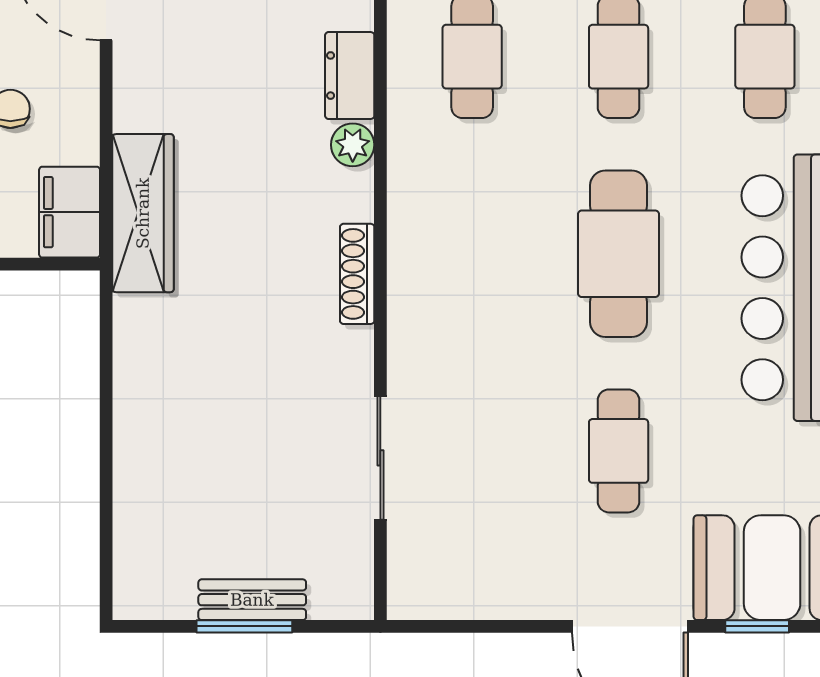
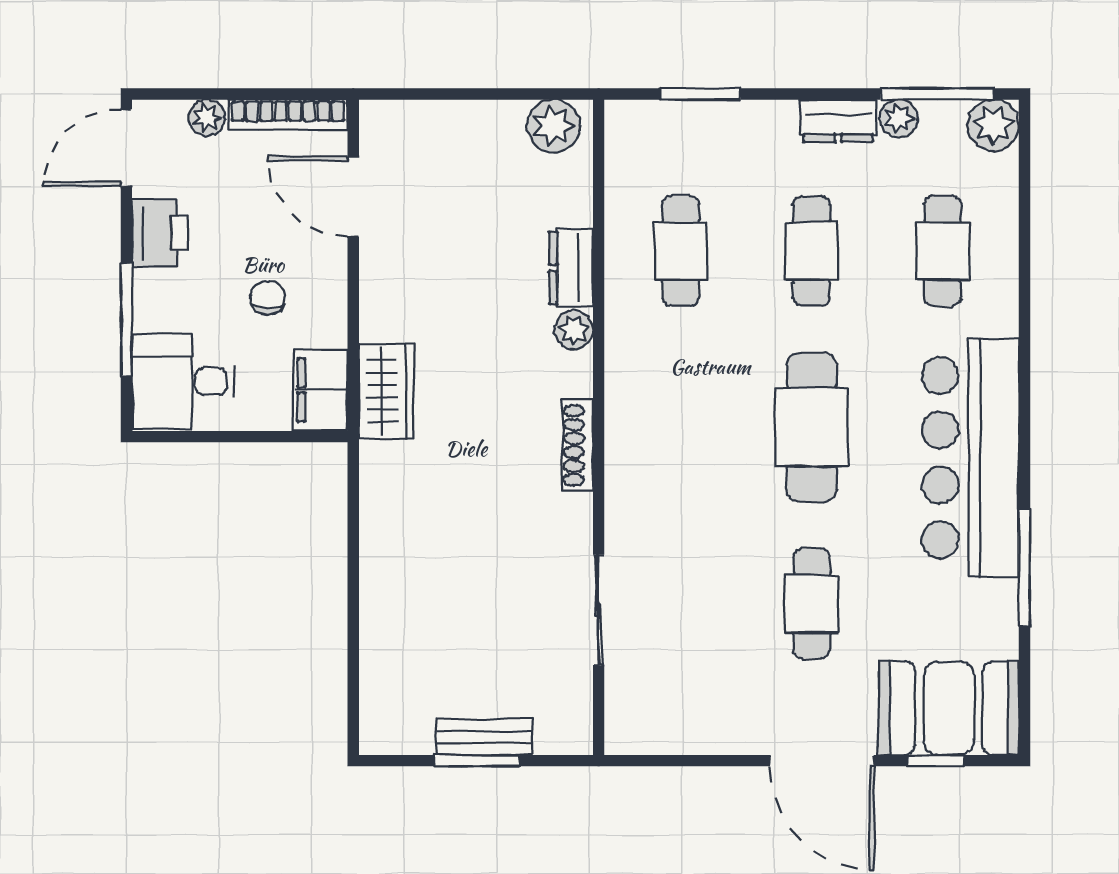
wardrobe: (143, 213) -> (386, 391), width x0.67

